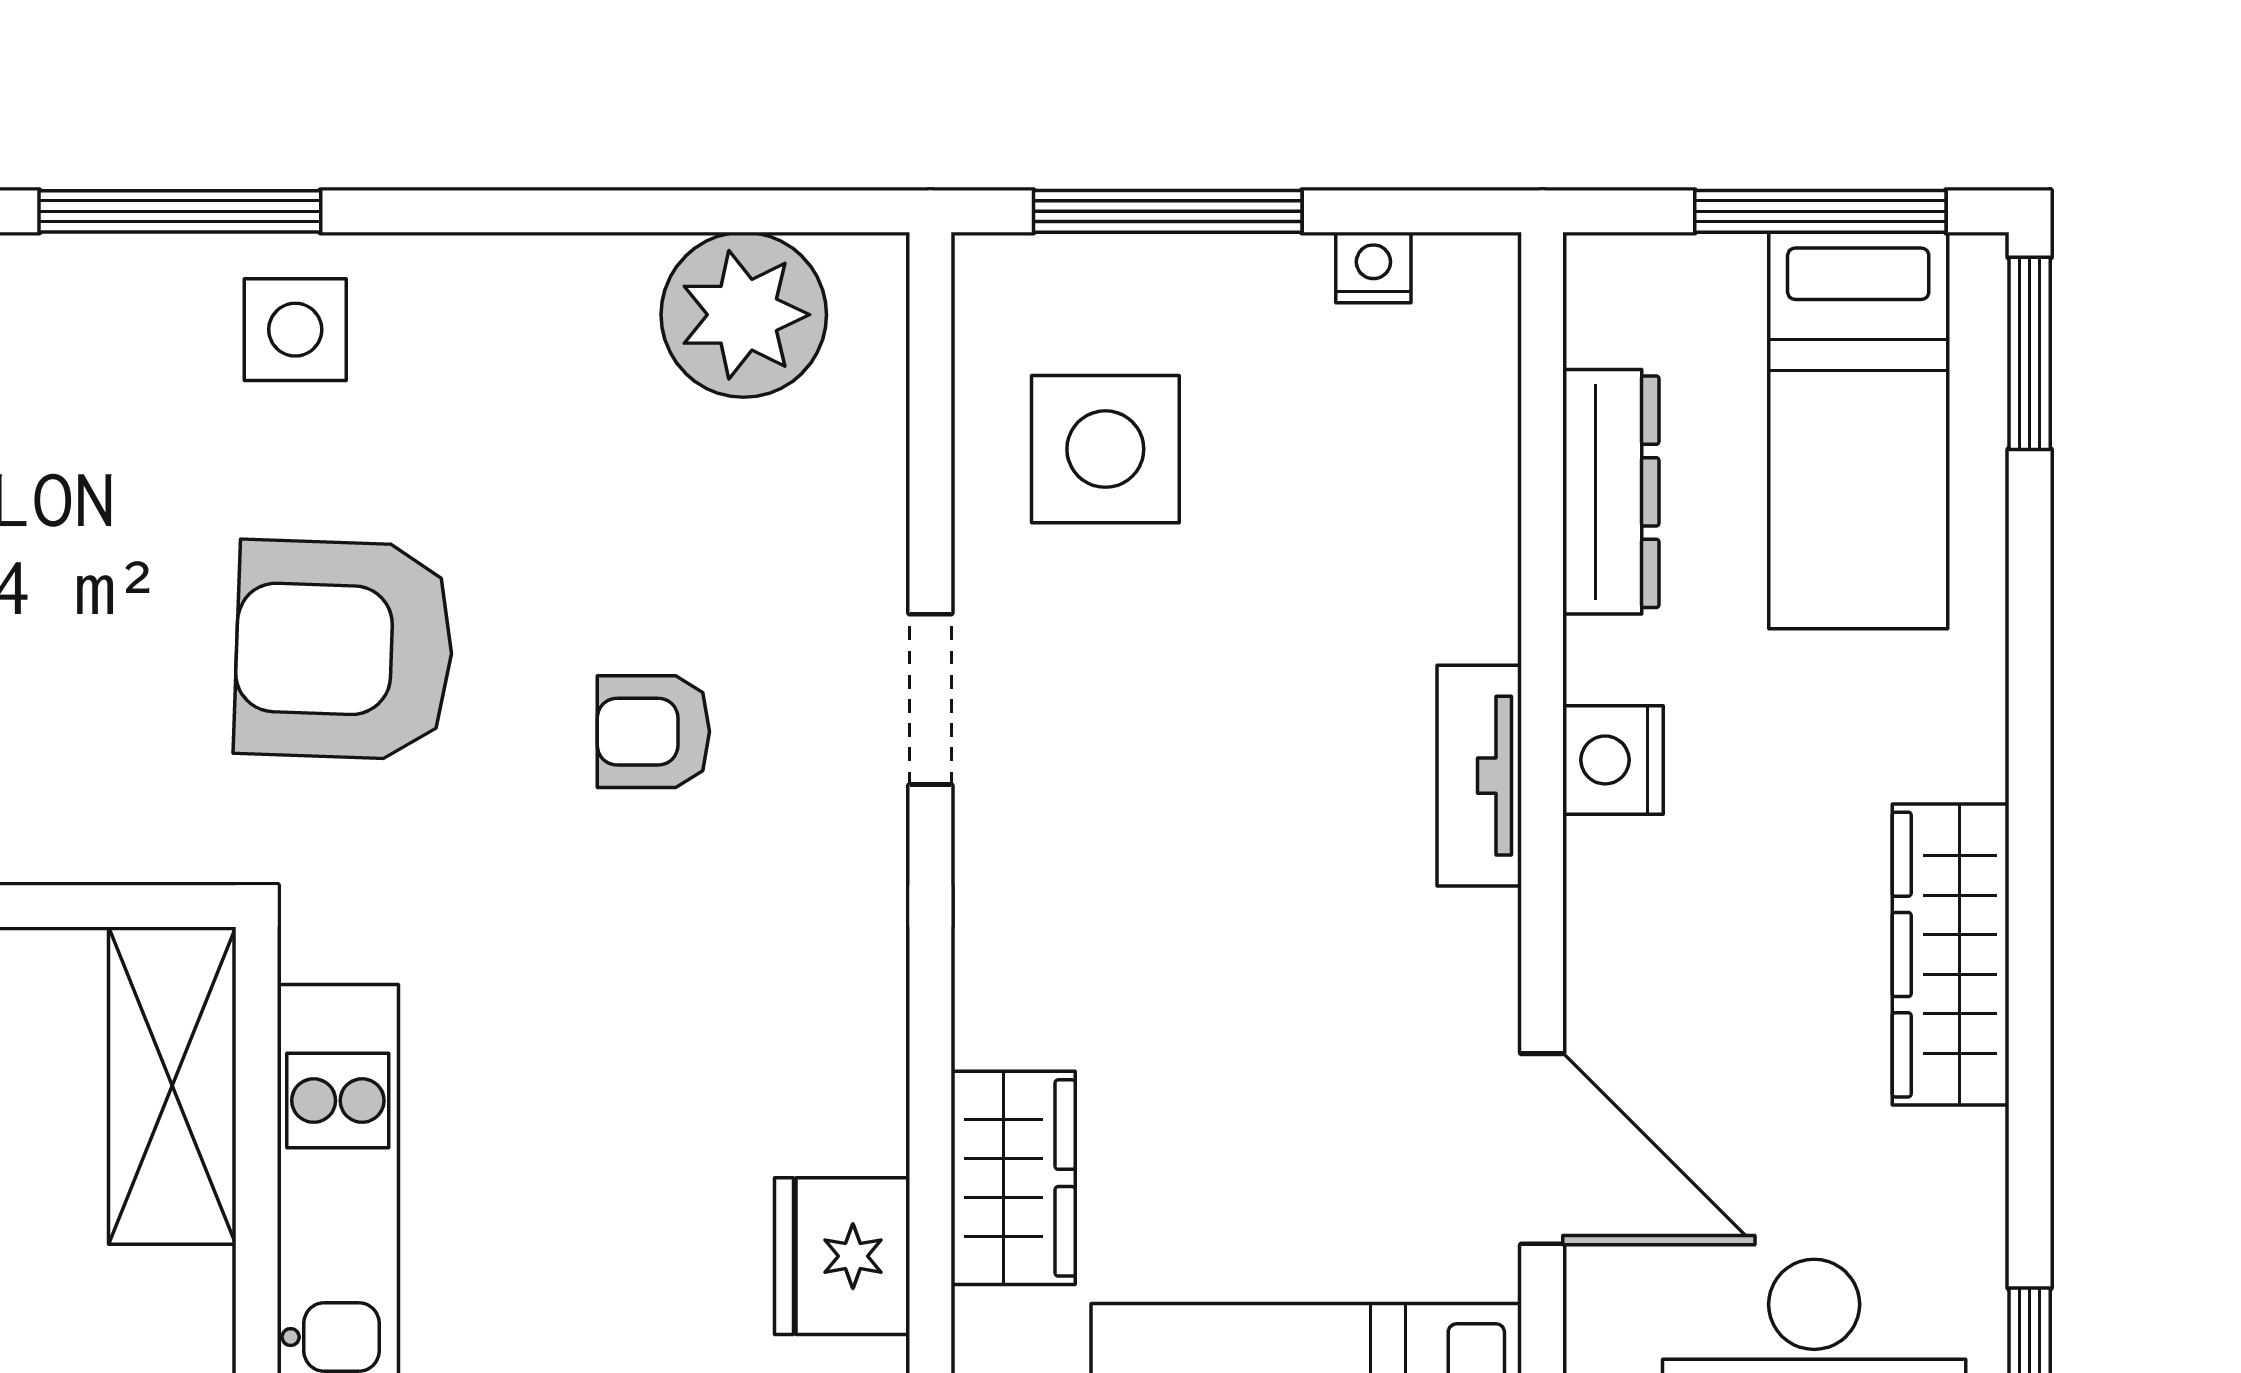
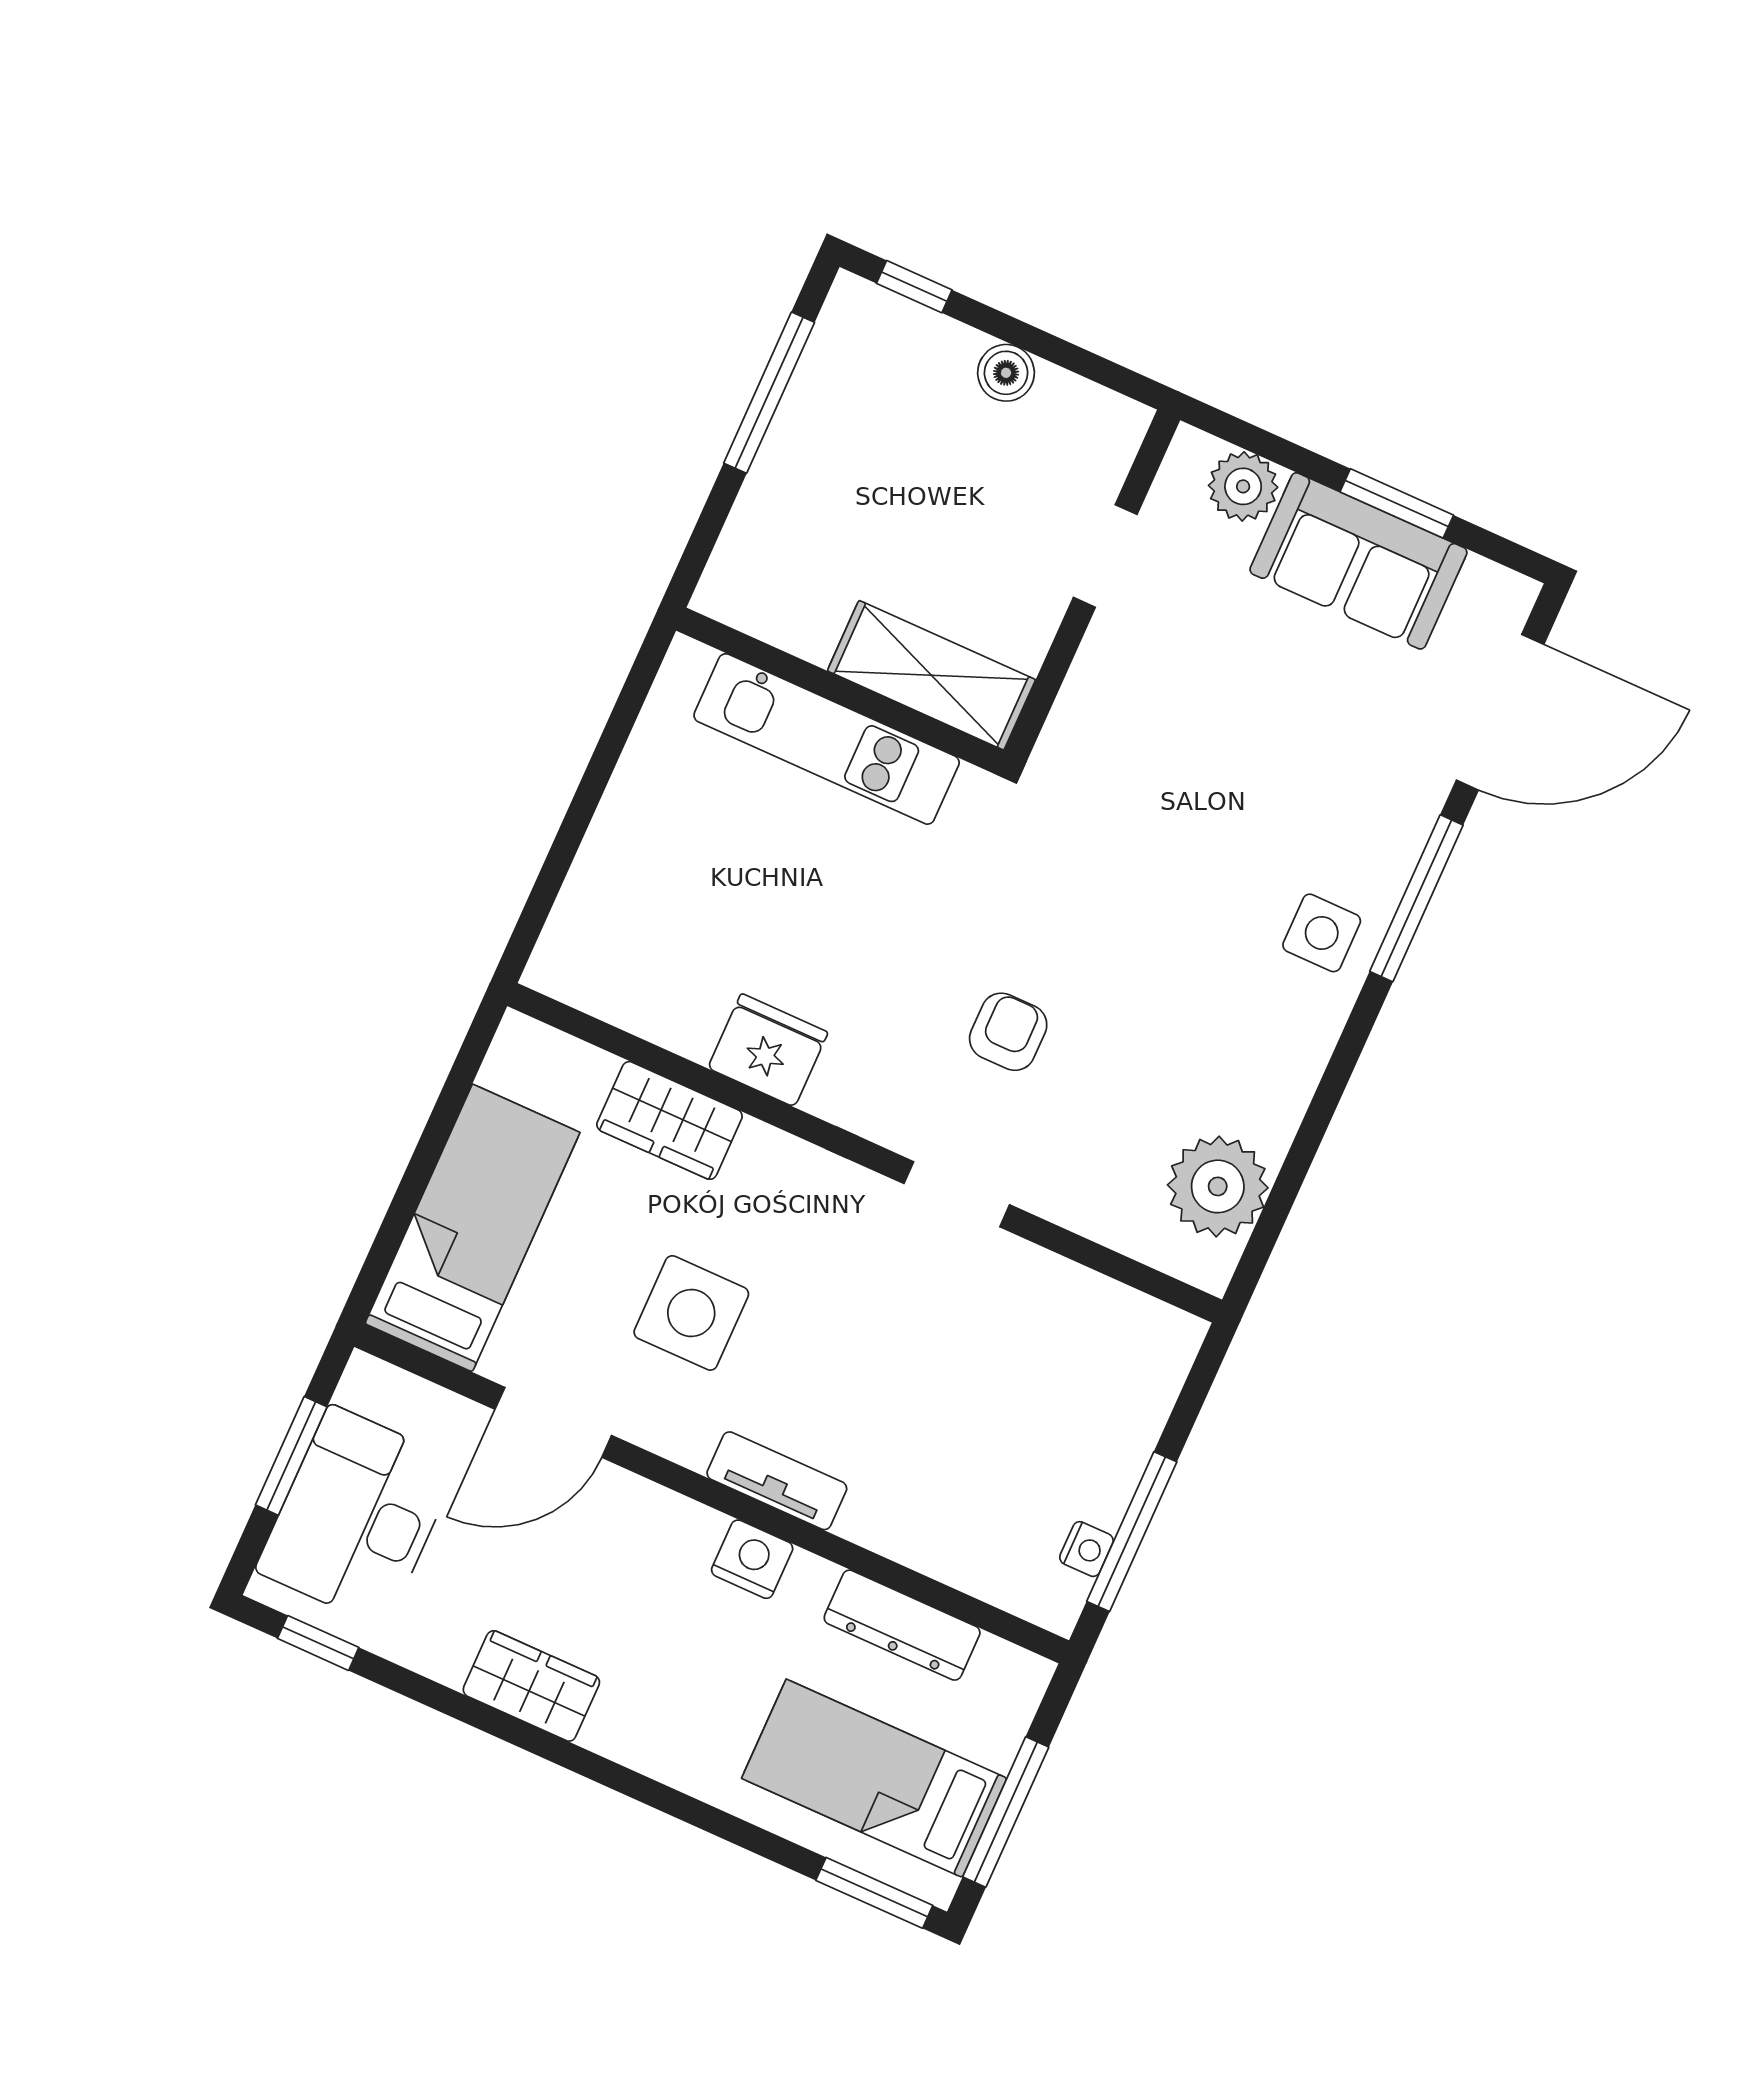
window: (1168, 211) -> (1132, 1532), moved
side table: (1105, 449) -> (691, 1313), moved
armchair: (344, 650) -> (1131, 880), removed
wardrobe: (1951, 955) -> (531, 1686), width x0.67
fridge: (842, 1256) -> (768, 1050), moved

